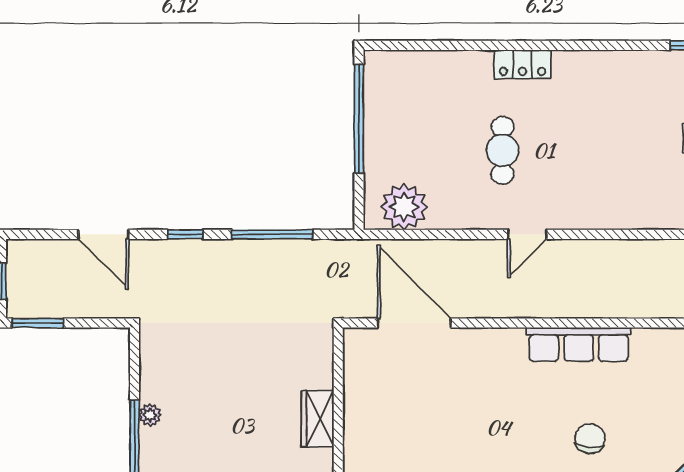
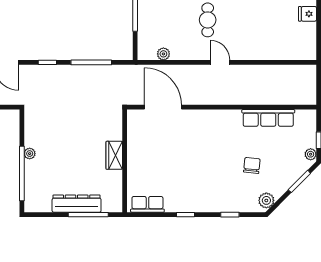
plant: (404, 207) -> (163, 54), width x0.53, depth x0.53
door: (527, 234) -> (220, 62), swing flipped
row of seats: (579, 344) -> (268, 118), moved

